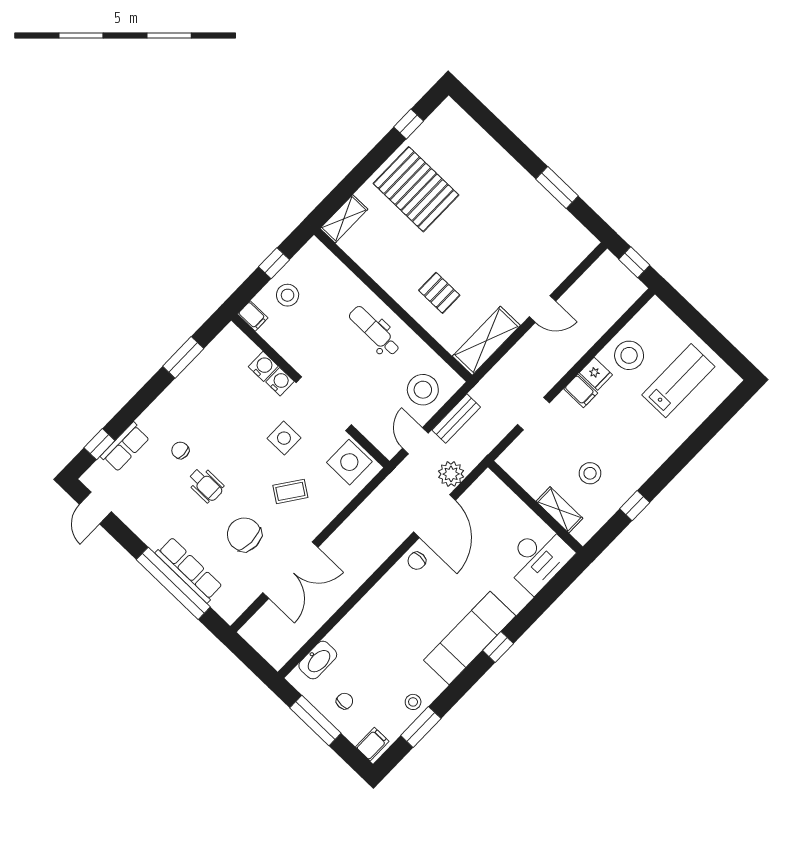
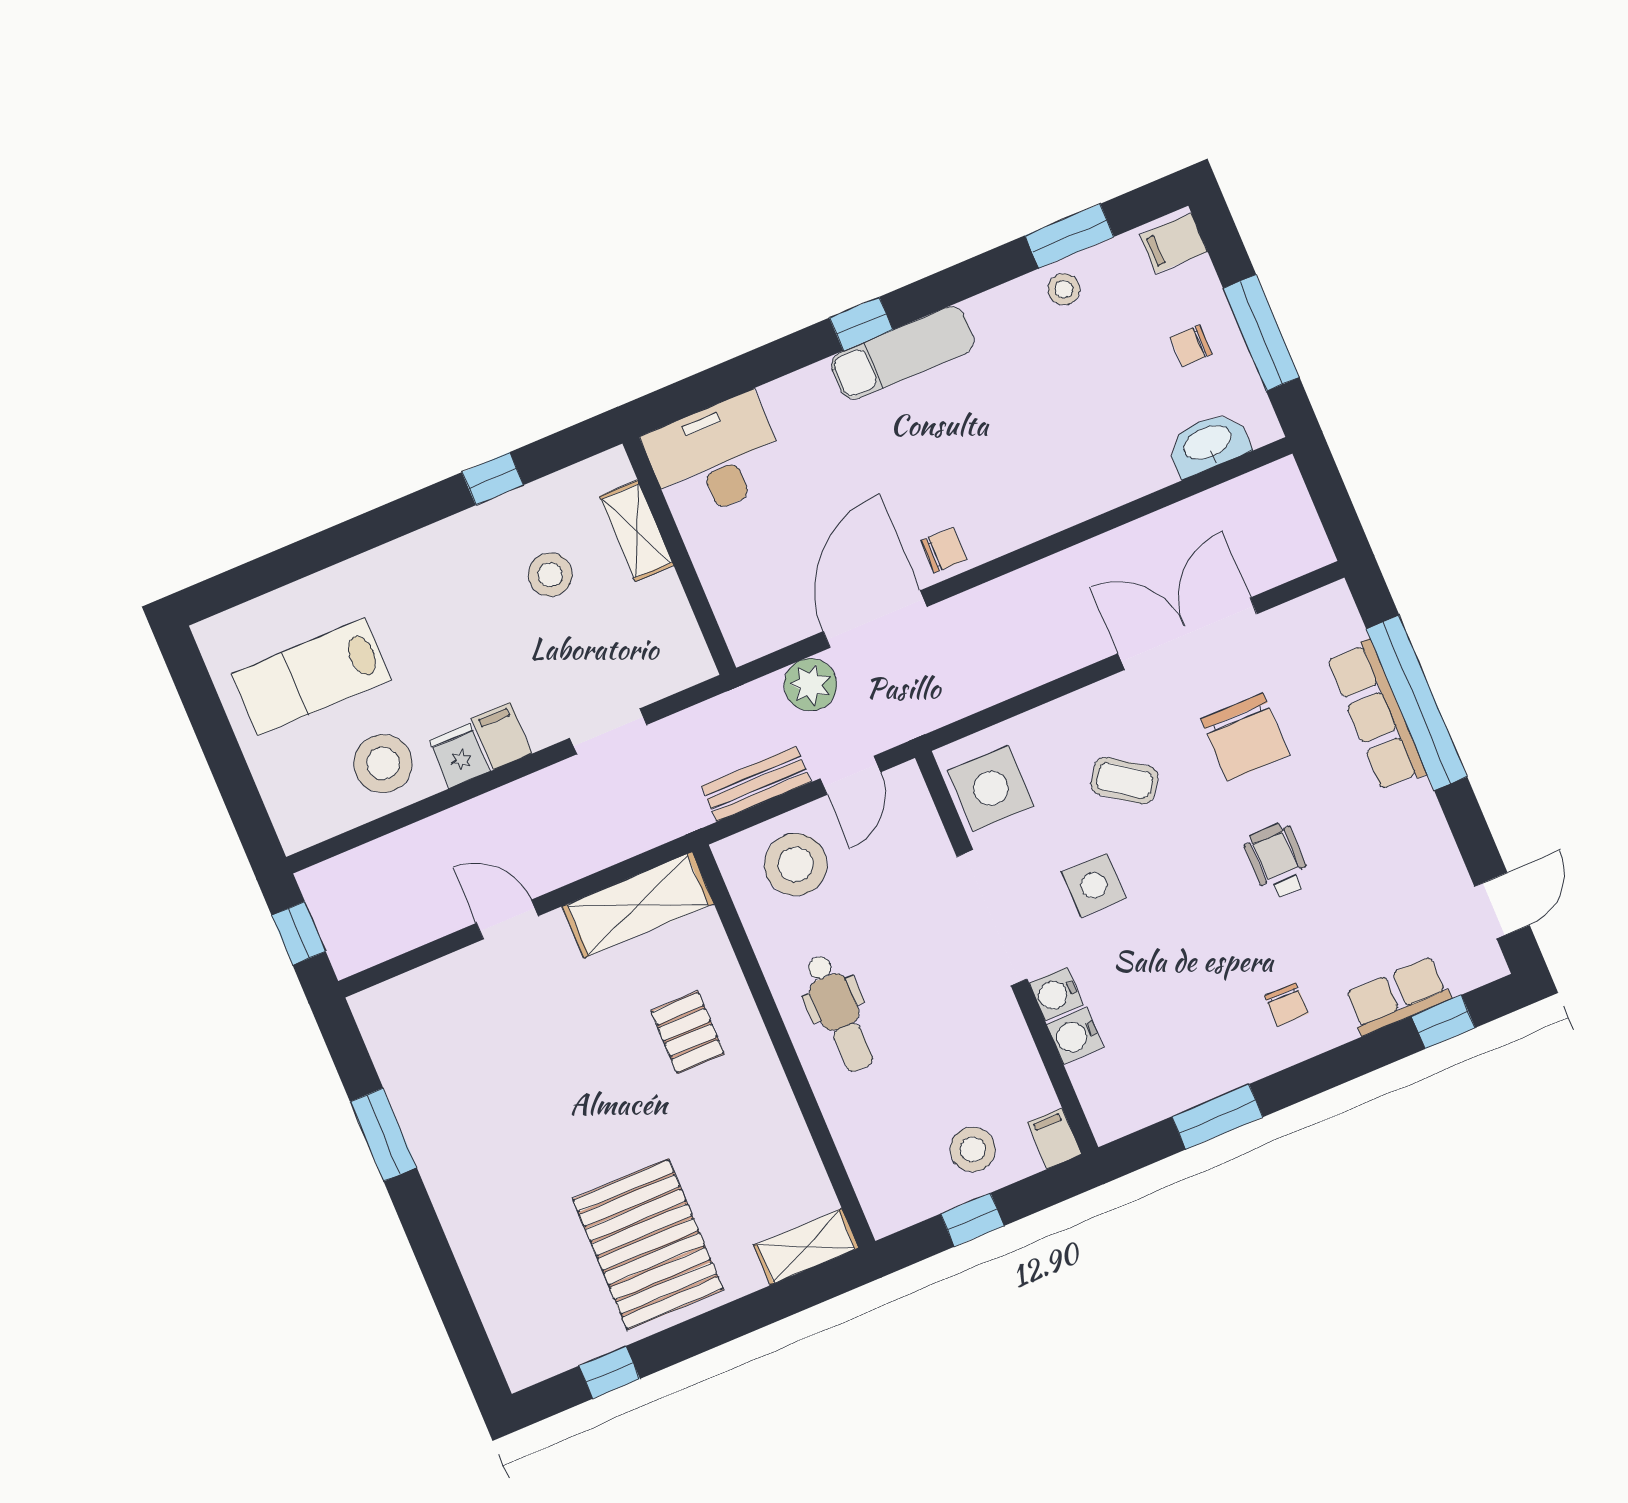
chair: (180, 450) -> (1287, 1005), moved
exam couch: (470, 638) -> (903, 353), width x0.73, depth x0.69

